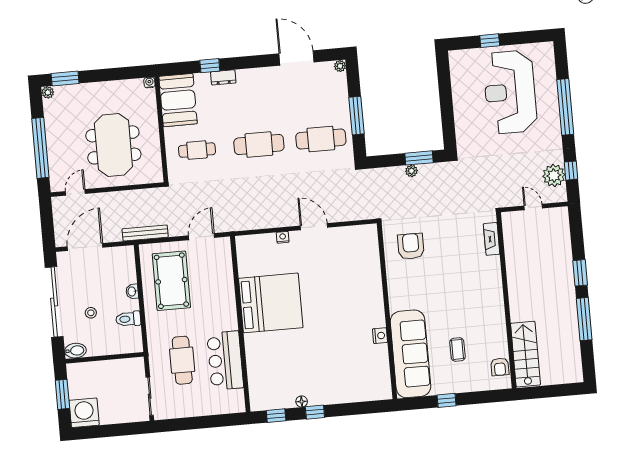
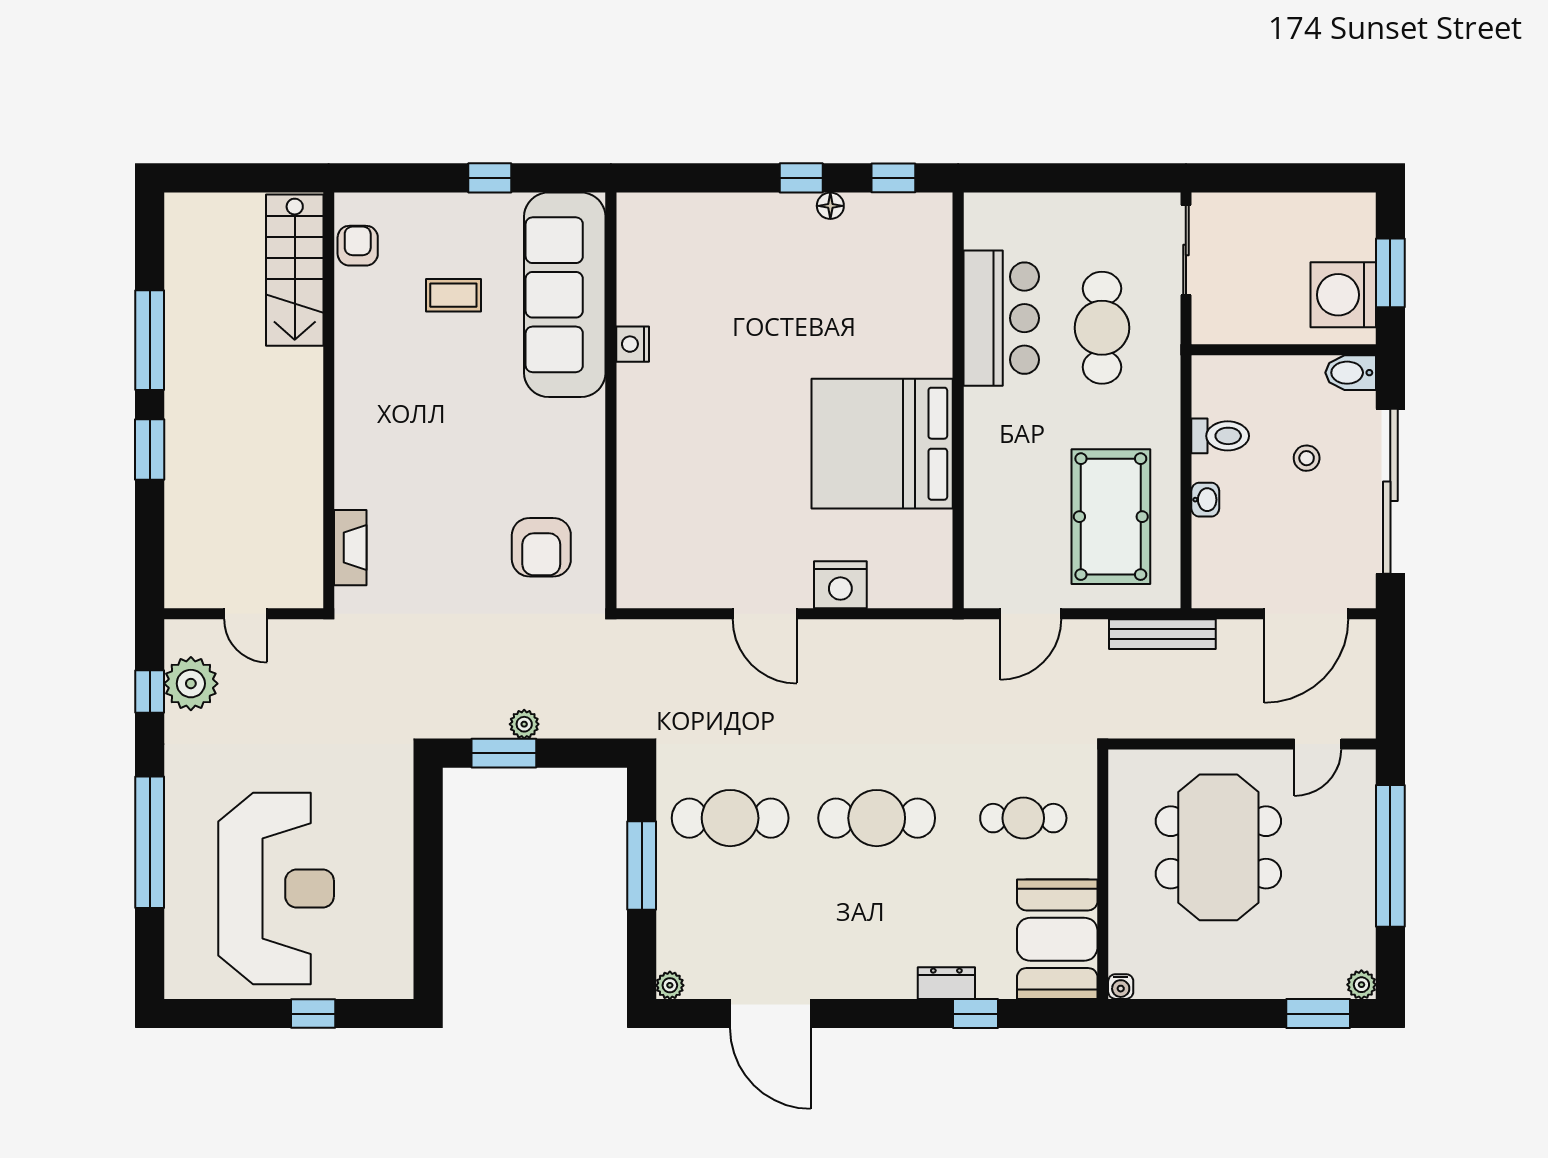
nightstand: (283, 237) -> (840, 585), width x1.89, depth x1.79
coffee table: (458, 349) -> (453, 295), turned 90
washing machine: (84, 413) -> (1343, 295), moved, turned 90

